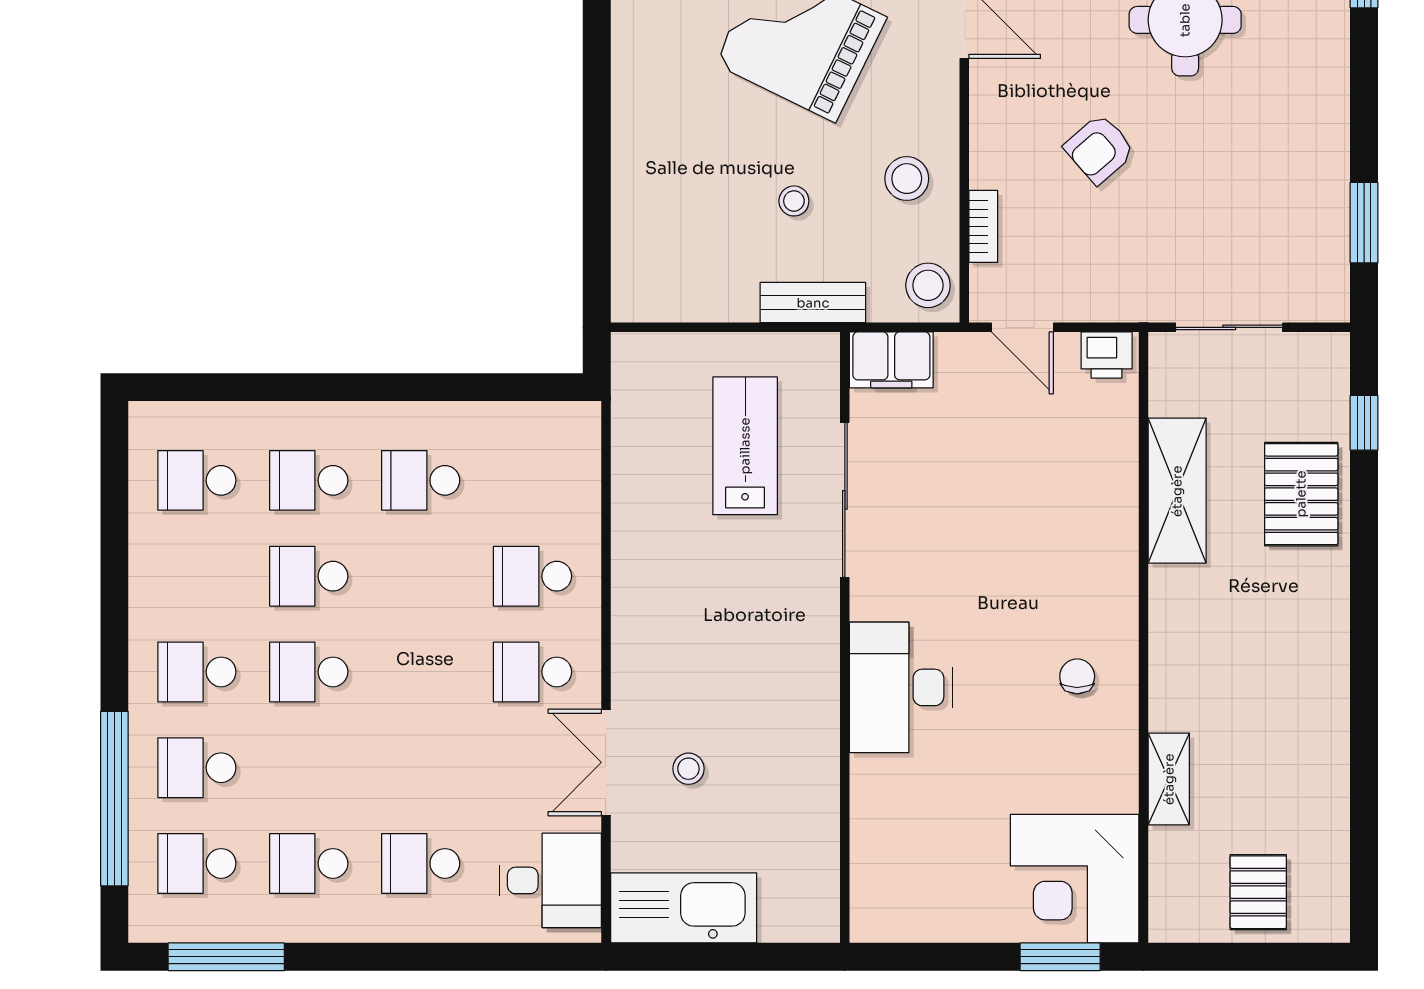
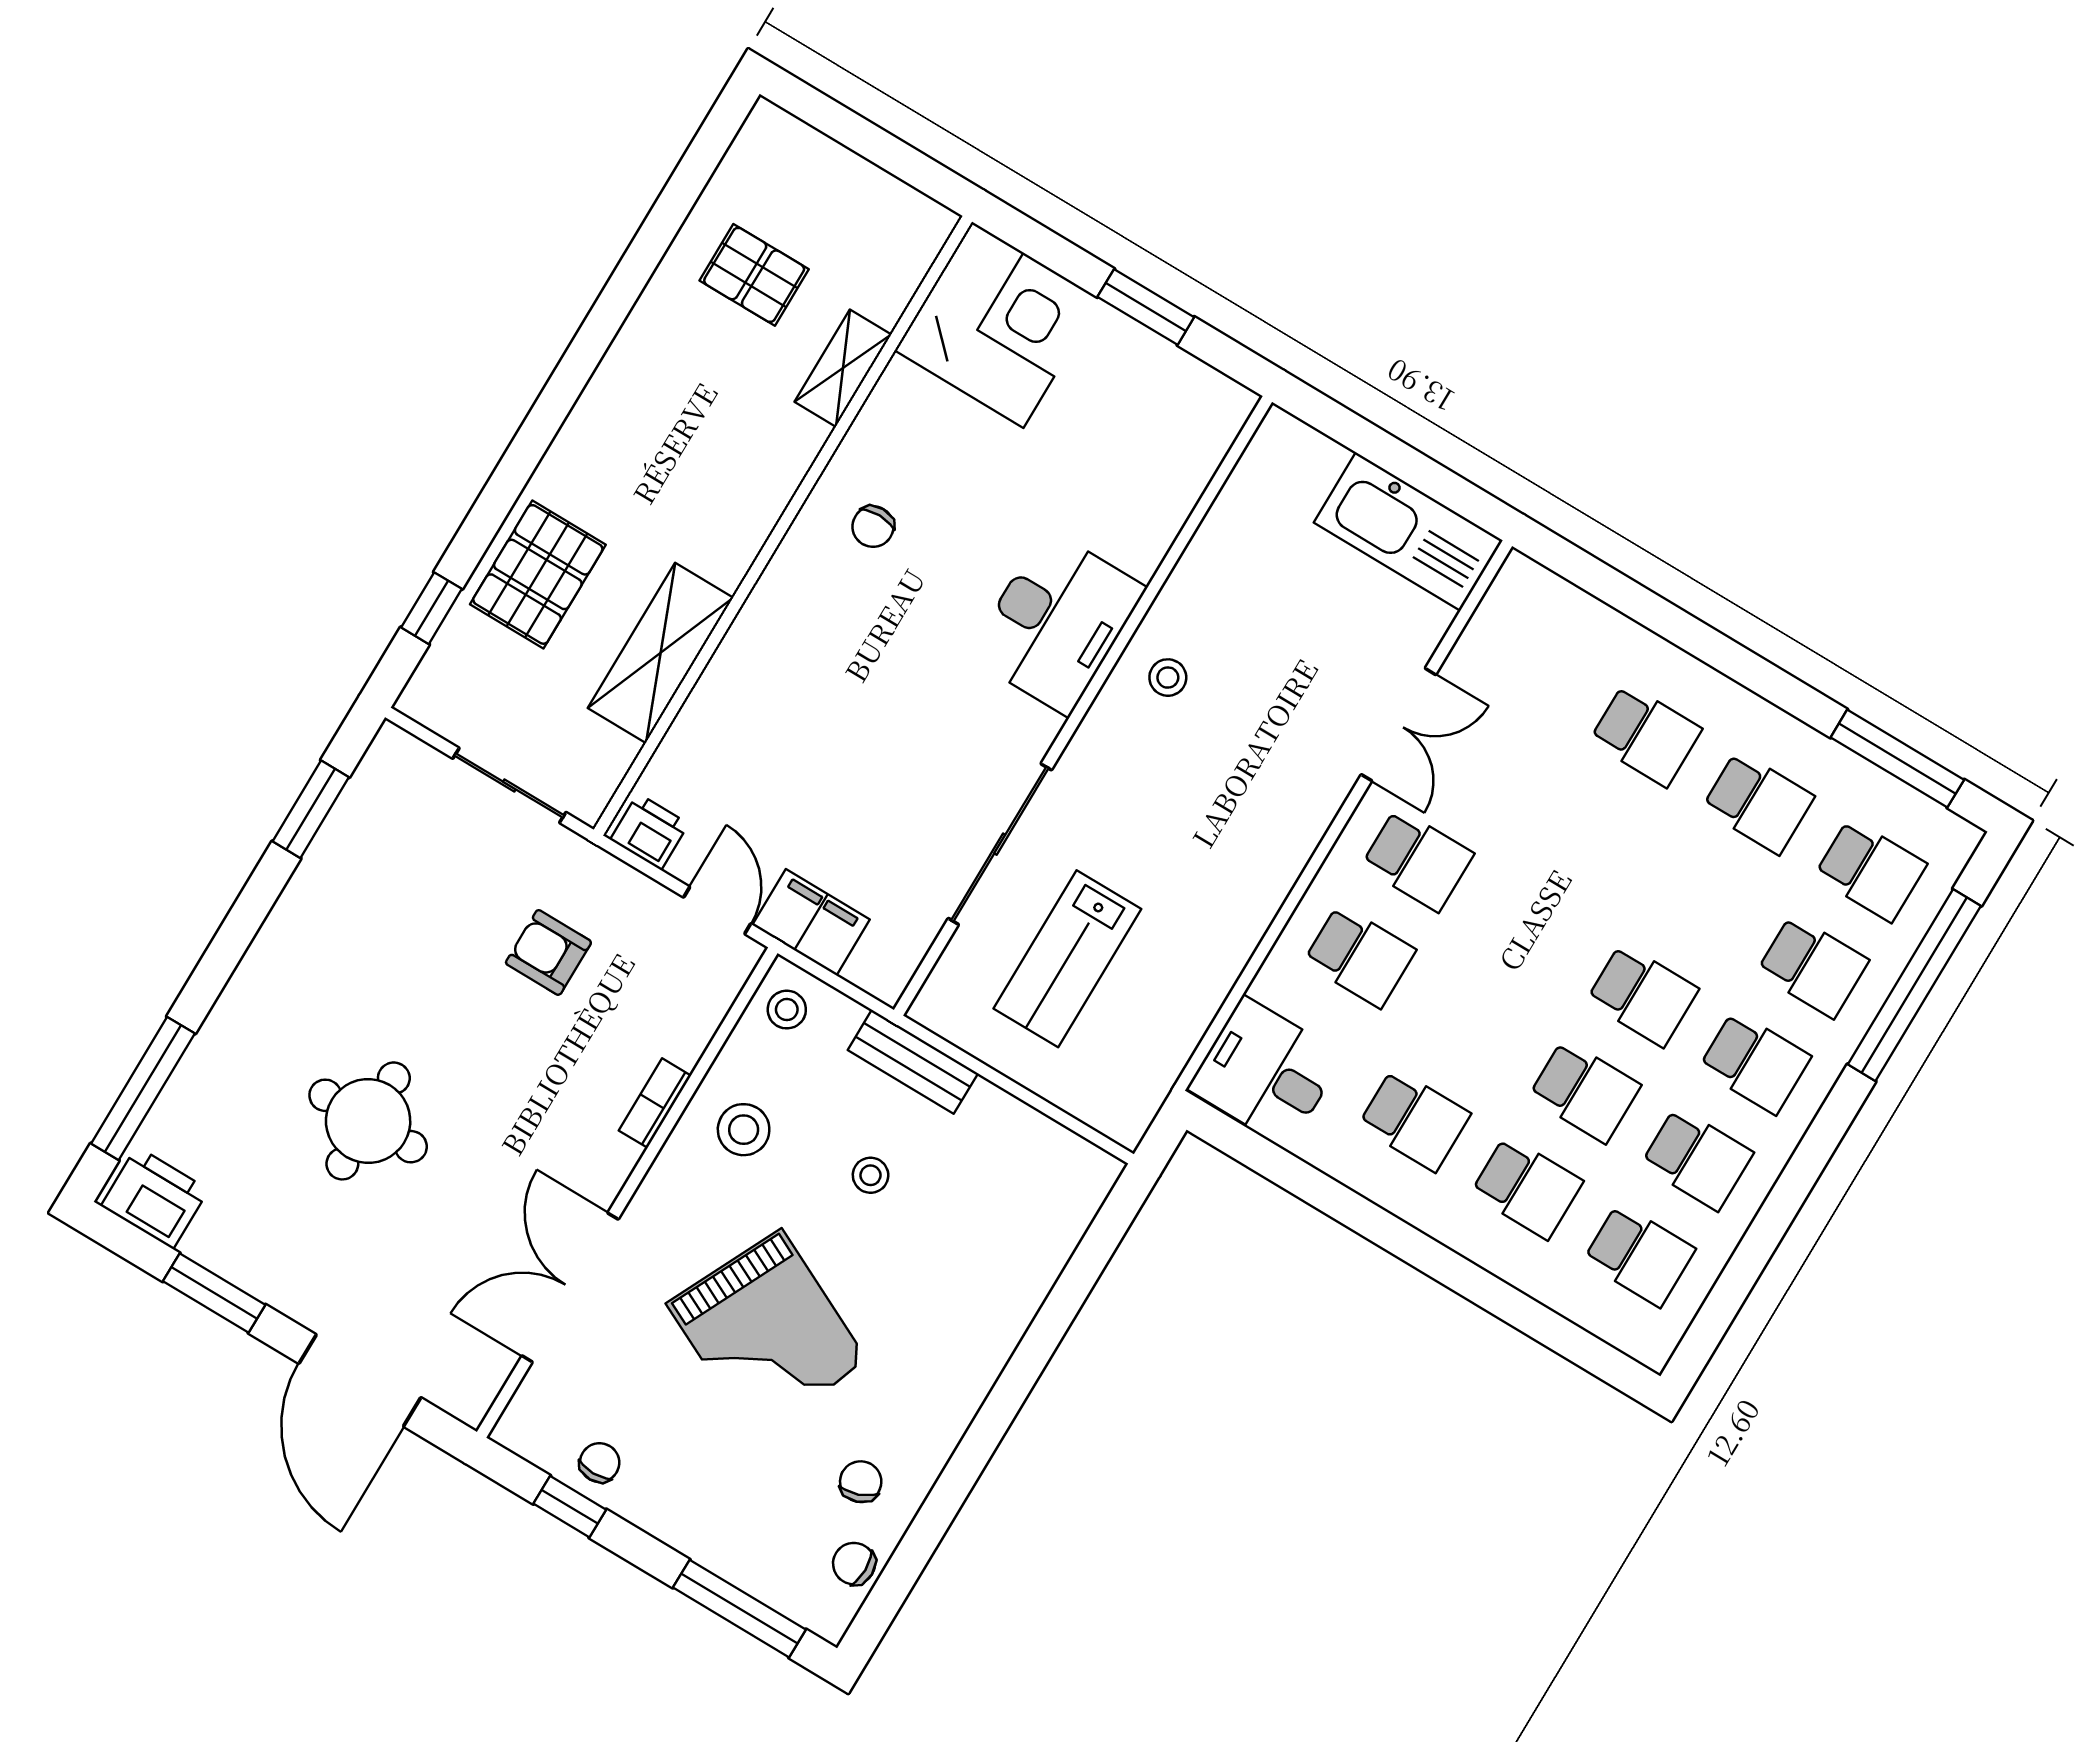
armchair: (1100, 149) -> (548, 952), moved, turned -139
bookcase: (983, 226) -> (655, 1103), moved
stool: (928, 285) -> (787, 1010), width x0.73, depth x0.73
filing cabinet: (891, 360) -> (811, 922), moved
school desk: (197, 576) -> (1697, 1159), added
stool: (688, 769) -> (1168, 678), moved
desk: (550, 880) -> (1266, 1072), moved
pallet: (1258, 892) -> (754, 275), moved, turned 90
window: (1060, 957) -> (1146, 307), moved

